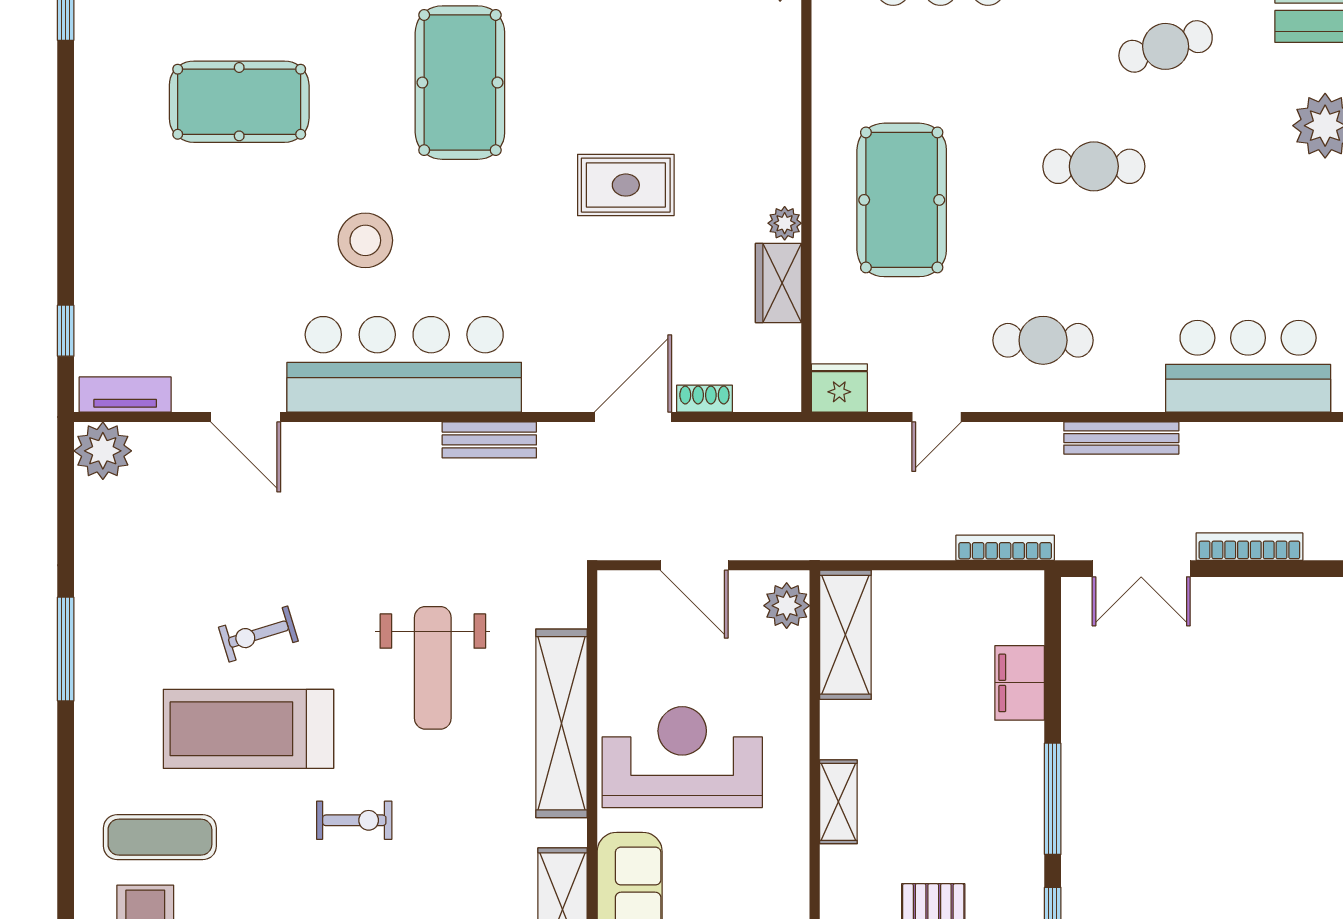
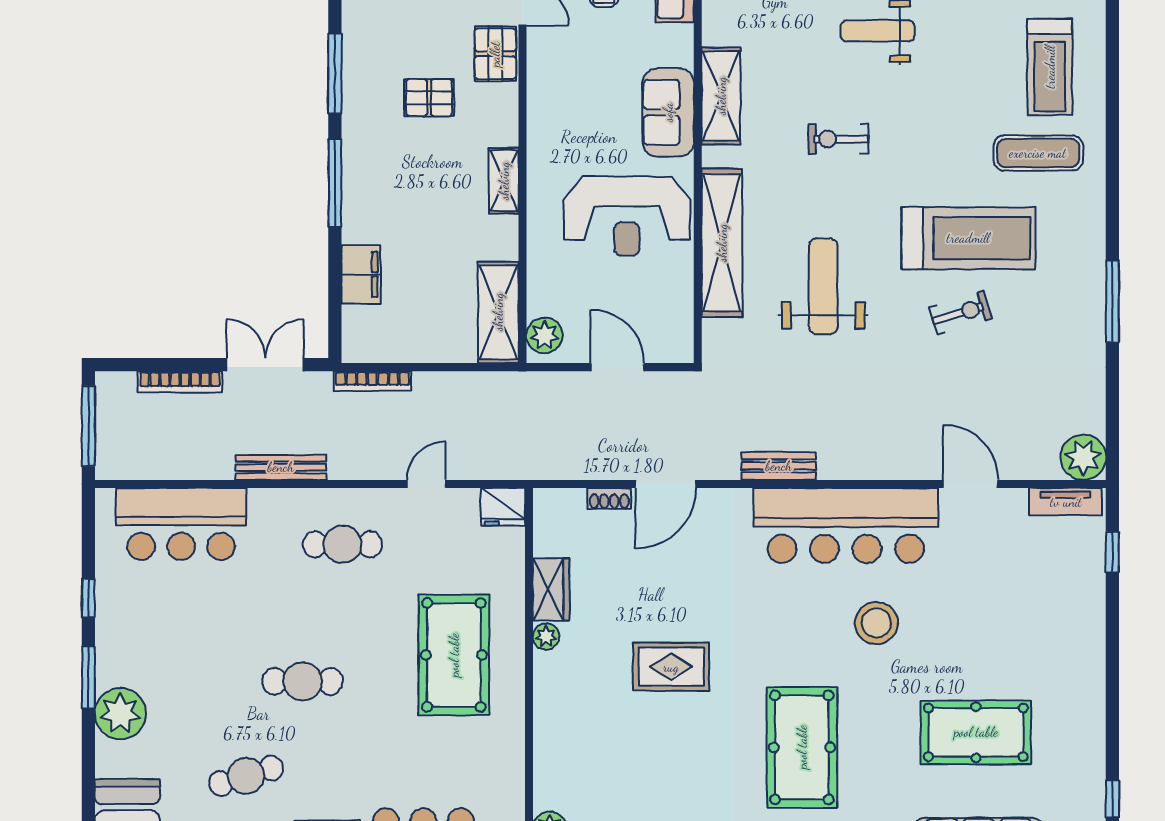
exercise bike: (354, 820) -> (838, 139), moved

